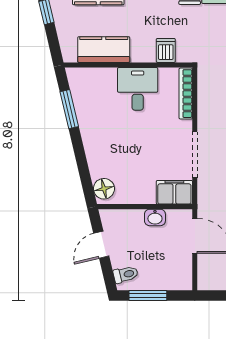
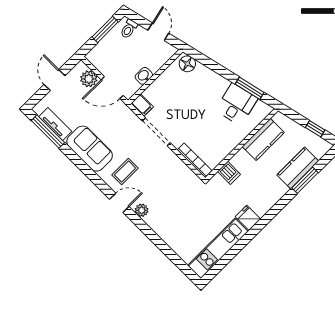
desk: (138, 89) -> (236, 104), moved, turned -103
filing cabinet: (174, 192) -> (142, 105), width x0.50
plant: (208, 265) -> (89, 79), added

